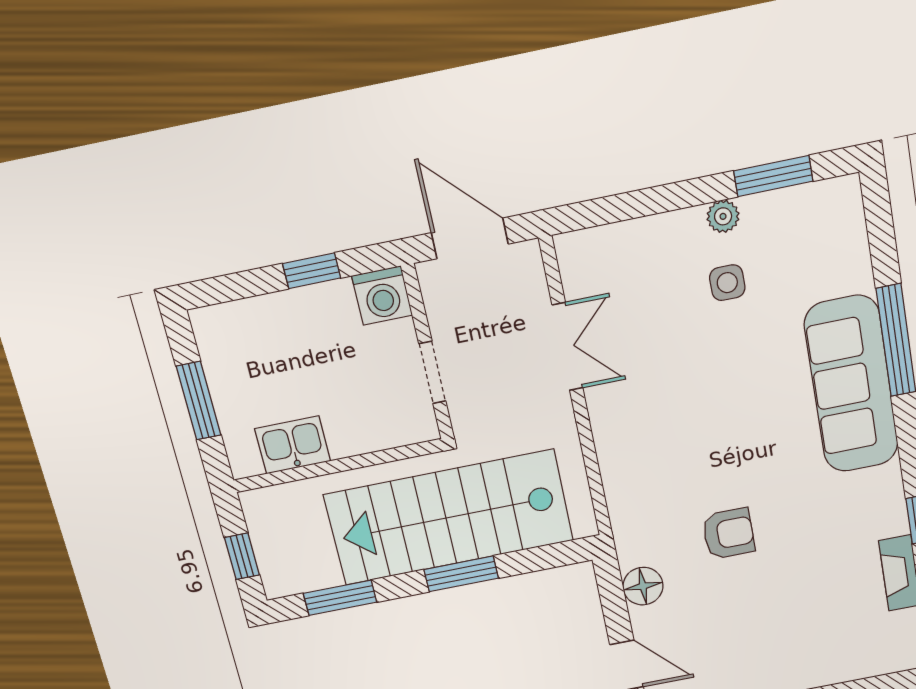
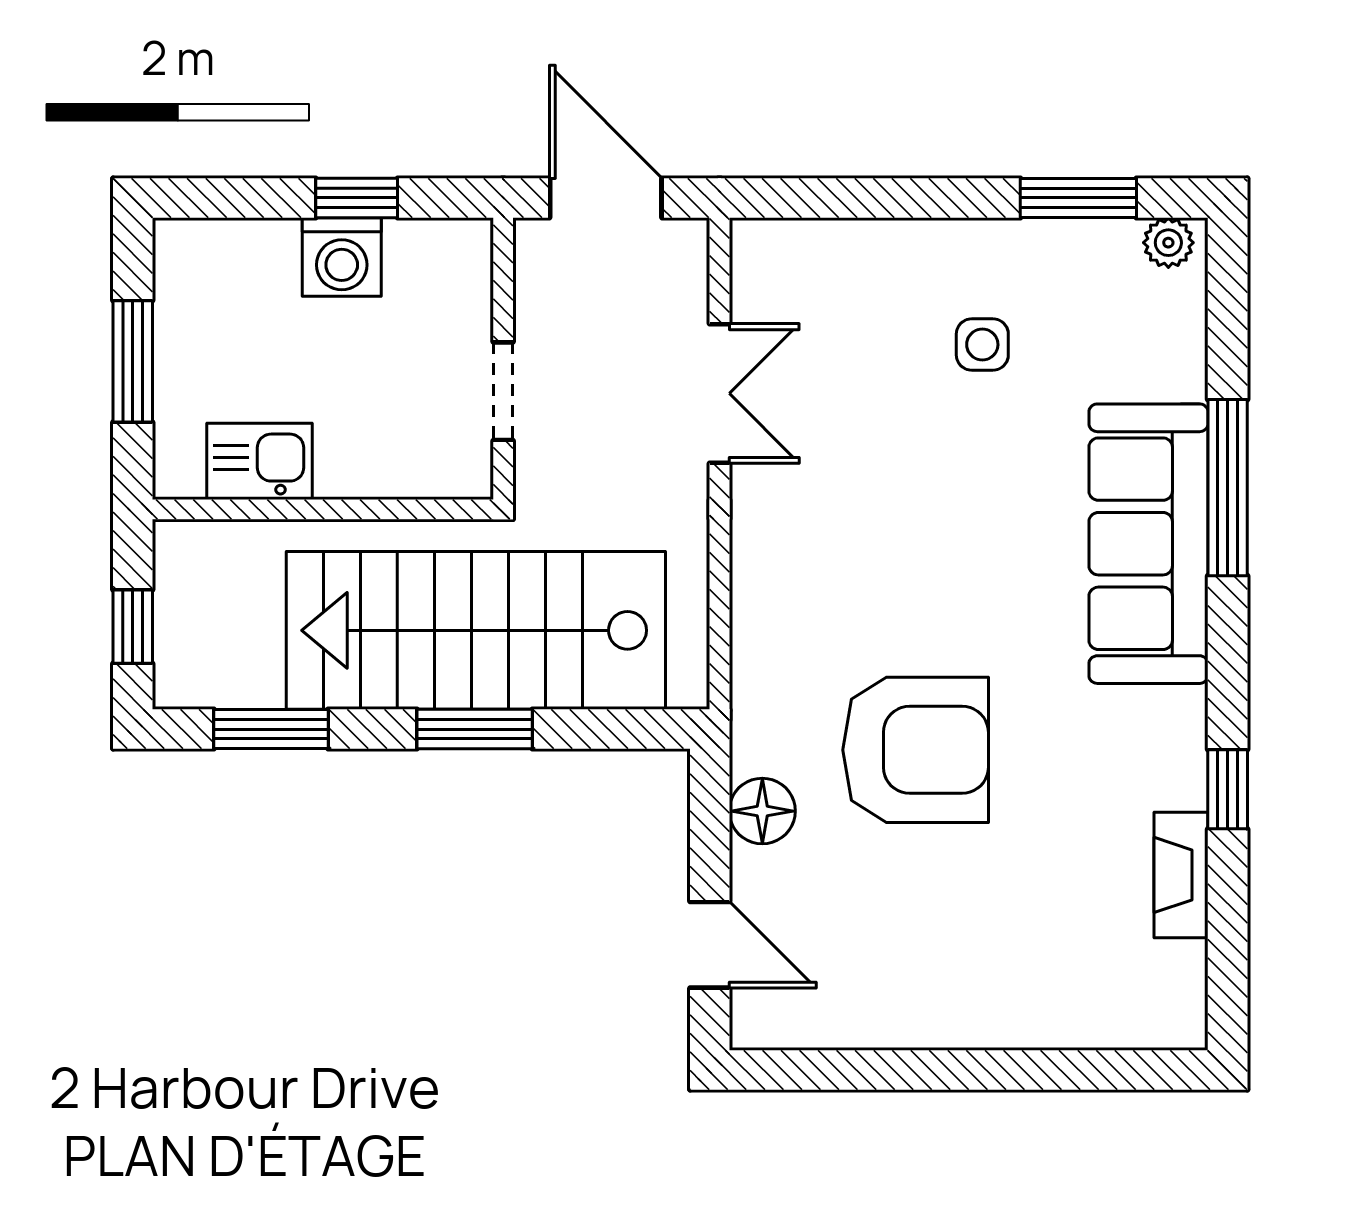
plant: (723, 216) -> (1168, 243), moved
washing machine: (382, 296) -> (342, 257), moved
armchair: (728, 534) -> (916, 750), width x1.88, depth x1.88

